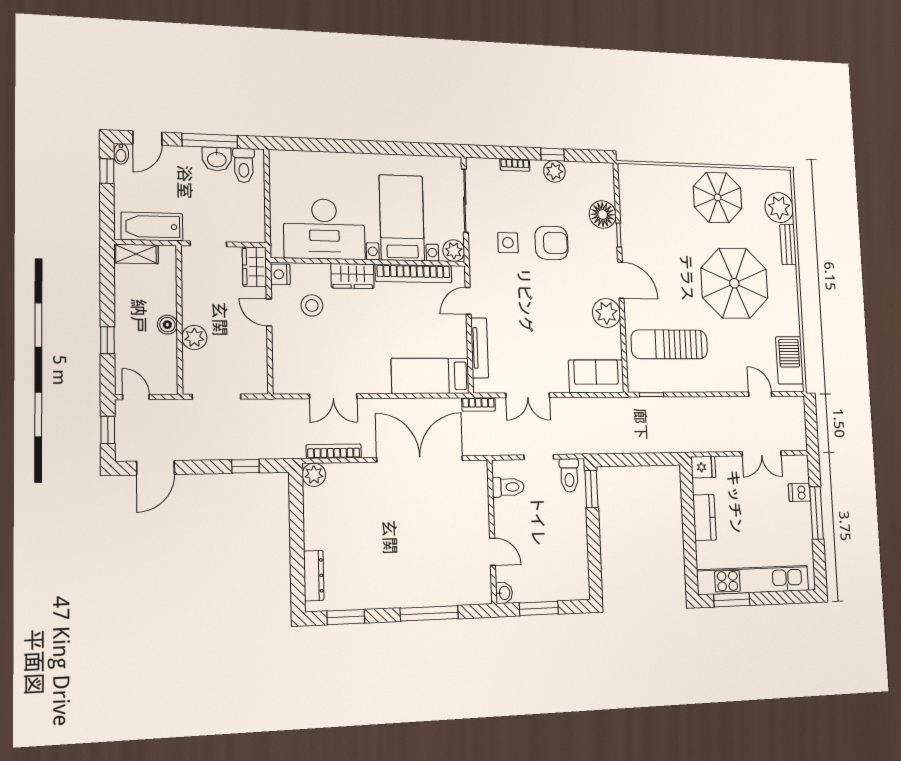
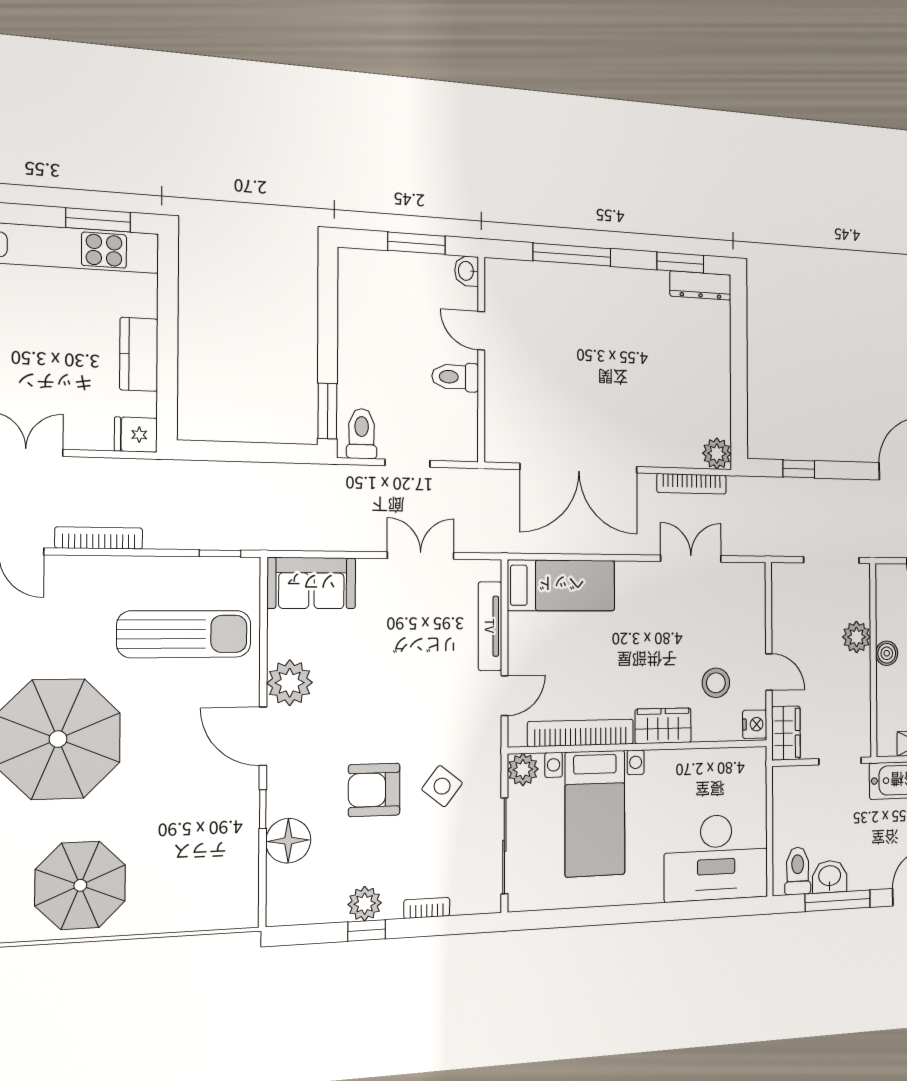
desk: (324, 229) -> (716, 857), moved, turned 180
side table: (508, 243) -> (442, 786), turned 38
bookcase: (478, 404) -> (99, 538), moved, width x1.56
toilet: (508, 487) -> (455, 377), moved
dresser: (314, 576) -> (700, 285), moved, turned -90

